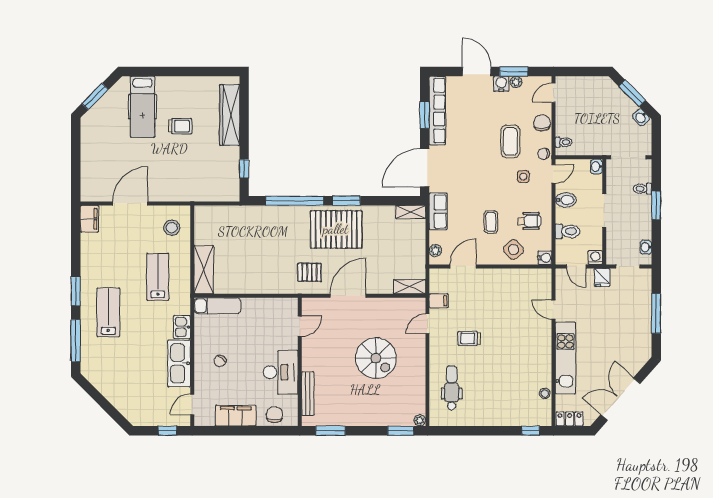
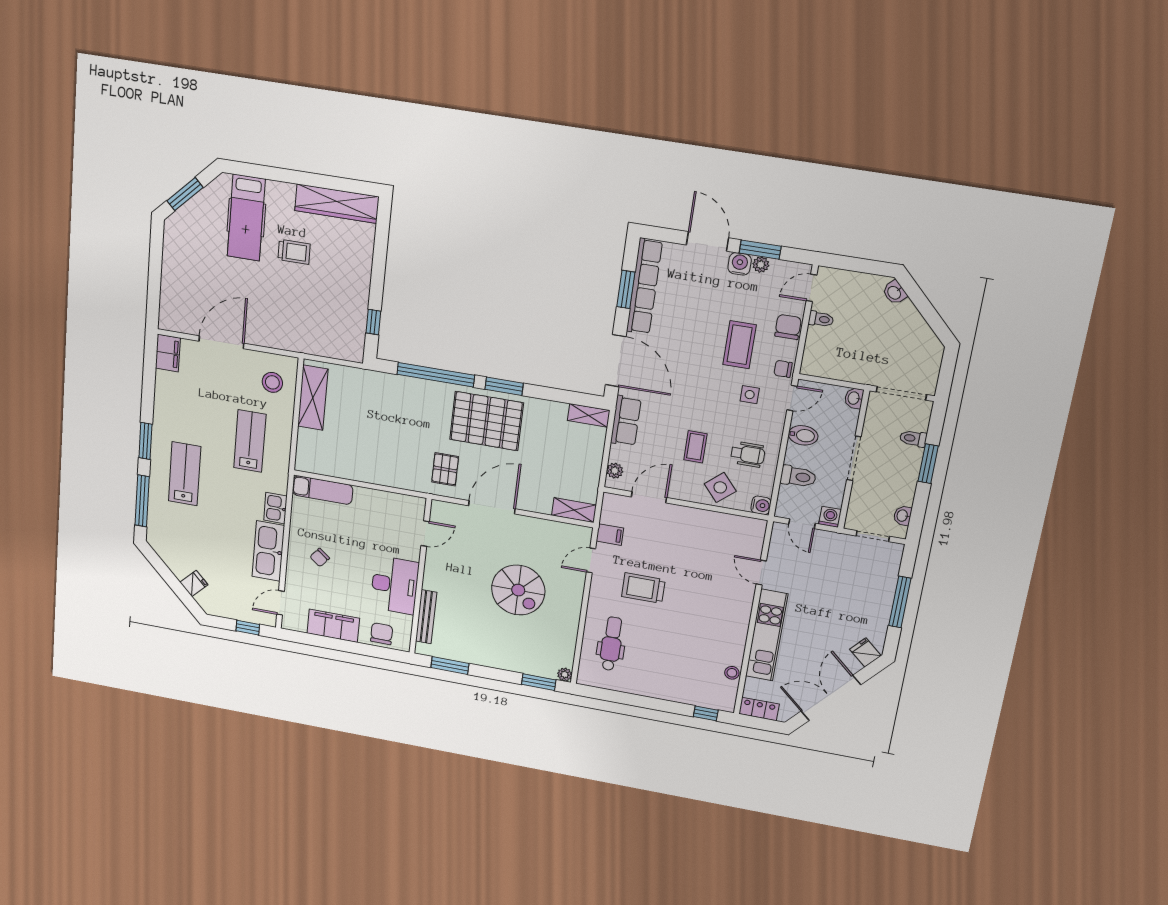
window: (632, 93) -> (924, 306), removed
wardrobe: (230, 115) -> (337, 204), moved, turned -90
washbasin: (641, 117) -> (895, 293), moved
toilet: (564, 142) -> (821, 319), moved
door: (425, 168) -> (616, 361), swing flipped
shelving: (204, 270) -> (313, 398), moved
pallet: (310, 272) -> (445, 469), turned 90
fridge: (602, 277) -> (865, 652), moved, turned 132
trolley: (469, 338) -> (643, 588), width x1.36, depth x1.39
fridge: (121, 402) -> (194, 583), added

